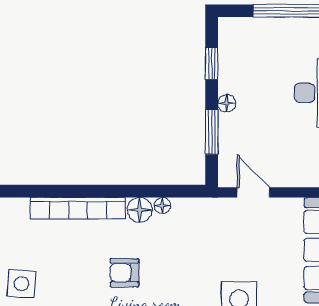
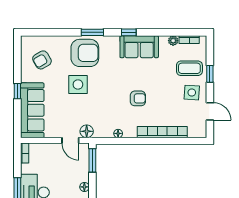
window: (212, 132) -> (92, 160), moved
floor lamp: (140, 210) -> (87, 131), moved

